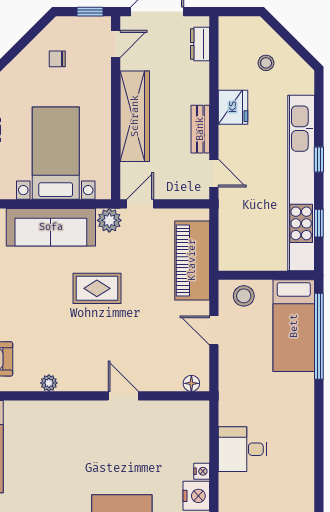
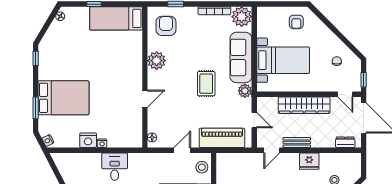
door: (140, 204) -> (254, 120), moved
plant: (49, 383) -> (157, 61), width x1.88, depth x1.88

